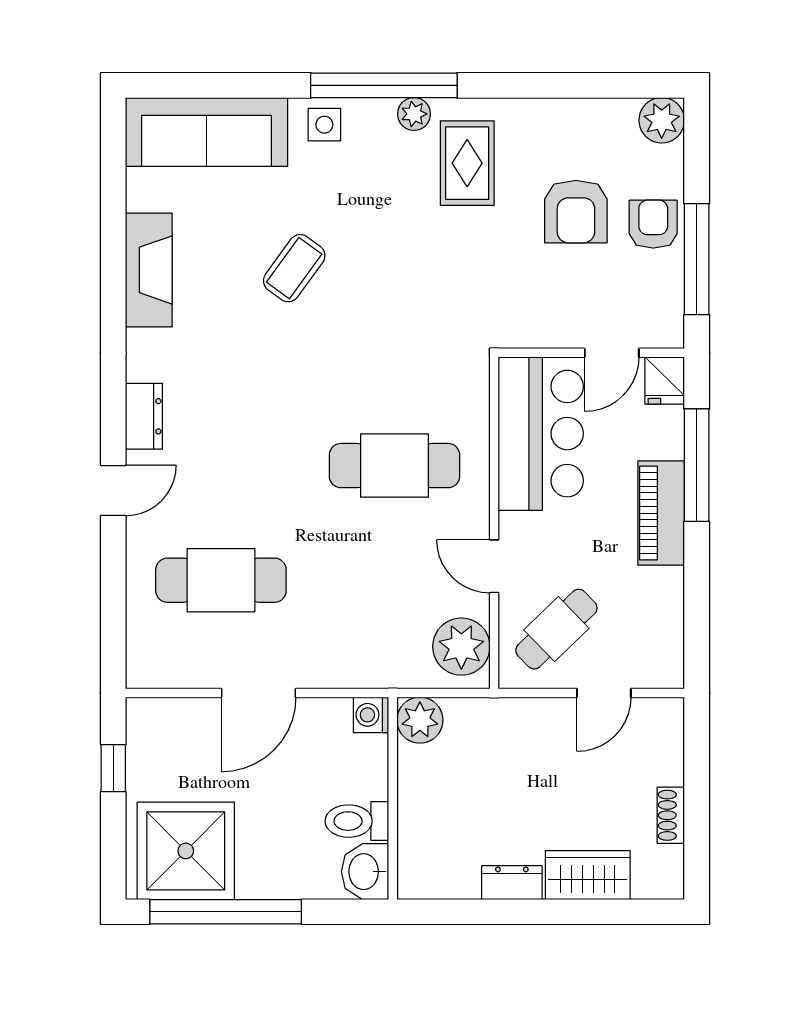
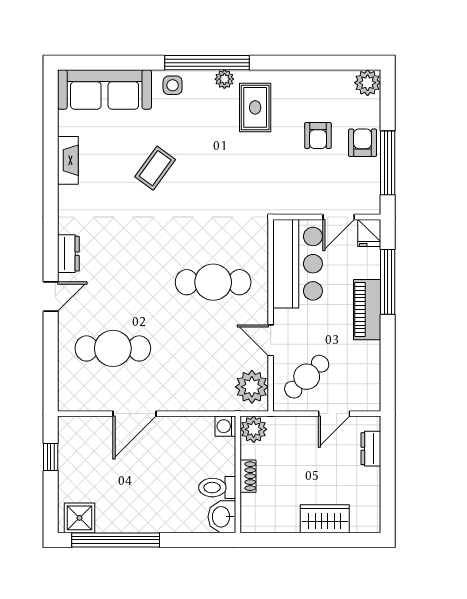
armchair: (576, 212) -> (318, 135), width x0.72, depth x0.72
fireplace: (149, 270) -> (68, 160), width x0.73, depth x0.76
washing machine: (371, 715) -> (225, 426), moved
plant: (420, 720) -> (254, 429), moved
wall: (393, 798) -> (238, 474), moved
shoe rack: (671, 815) -> (248, 476), moved, turned 180
toilet: (357, 821) -> (217, 488), moved
shower: (186, 851) -> (79, 518), width x0.54, depth x0.54
washbasin: (365, 872) -> (222, 517), moved
dresser: (512, 883) -> (371, 449), moved, turned -90

